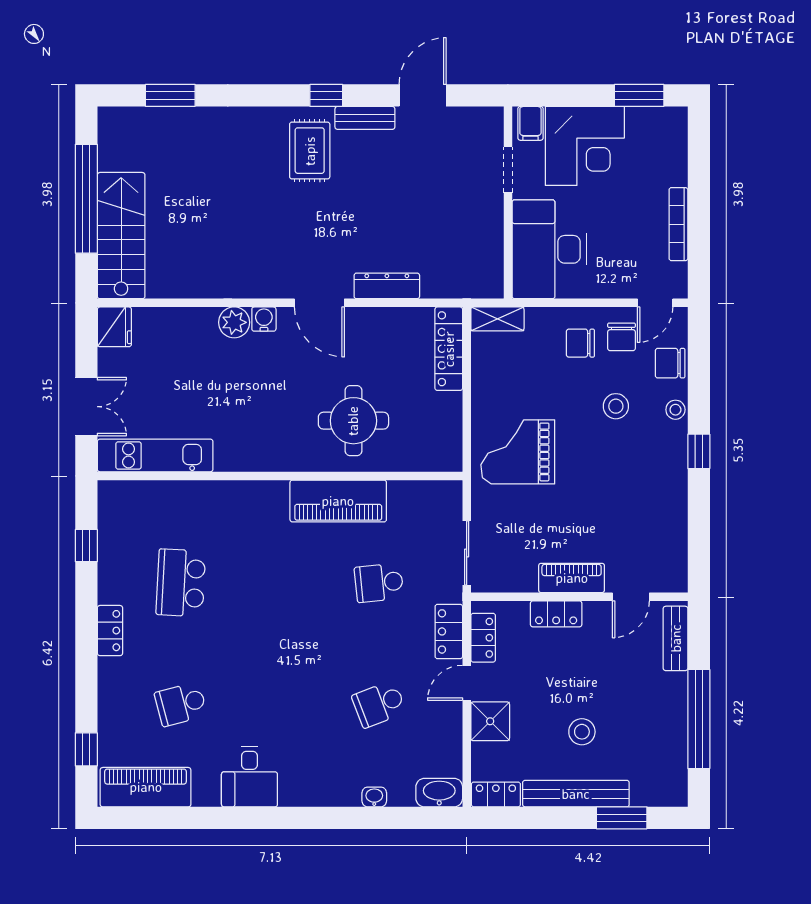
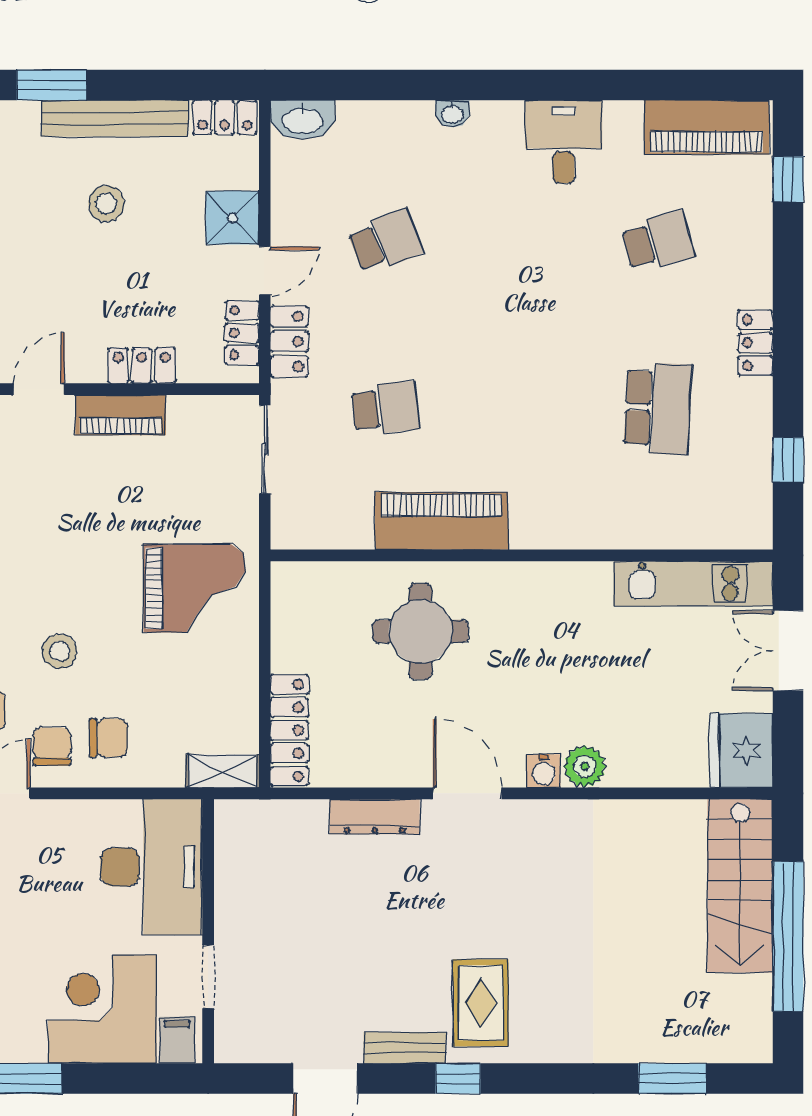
fridge: (114, 327) -> (741, 750), width x1.36, depth x1.34
washbasin: (374, 797) -> (453, 114), moved

